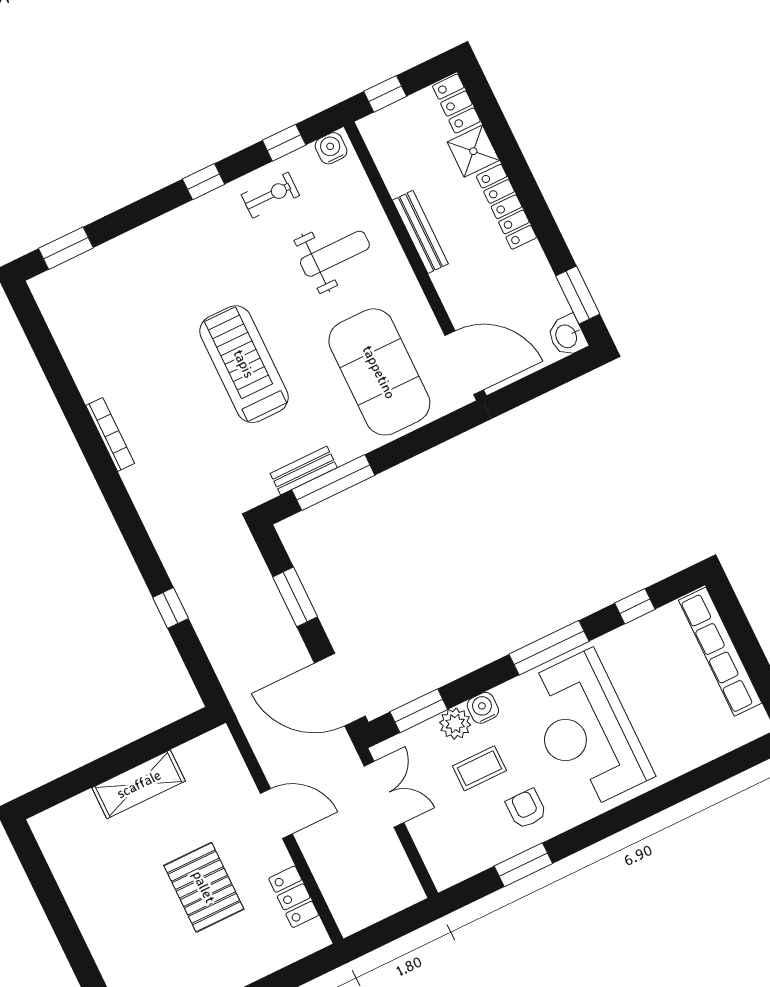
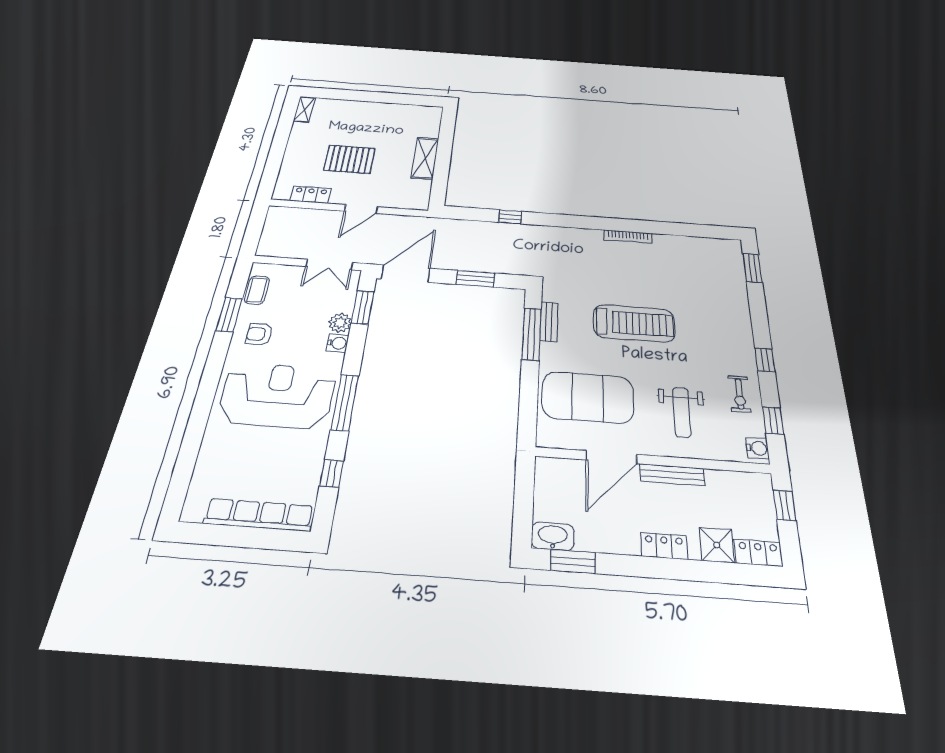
locker: (506, 207) -> (664, 546), width x0.66
washbasin: (567, 336) -> (553, 536), width x1.38
door: (464, 363) -> (611, 457), moved
coffee table: (479, 768) -> (257, 290), moved
armchair: (526, 809) -> (259, 334), turned 180

